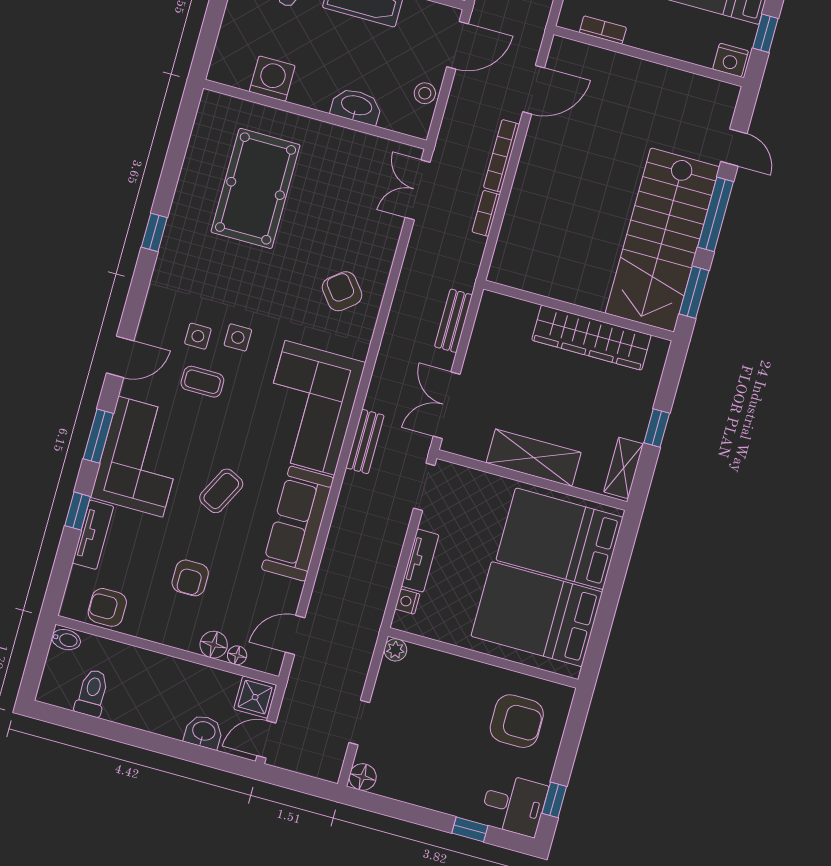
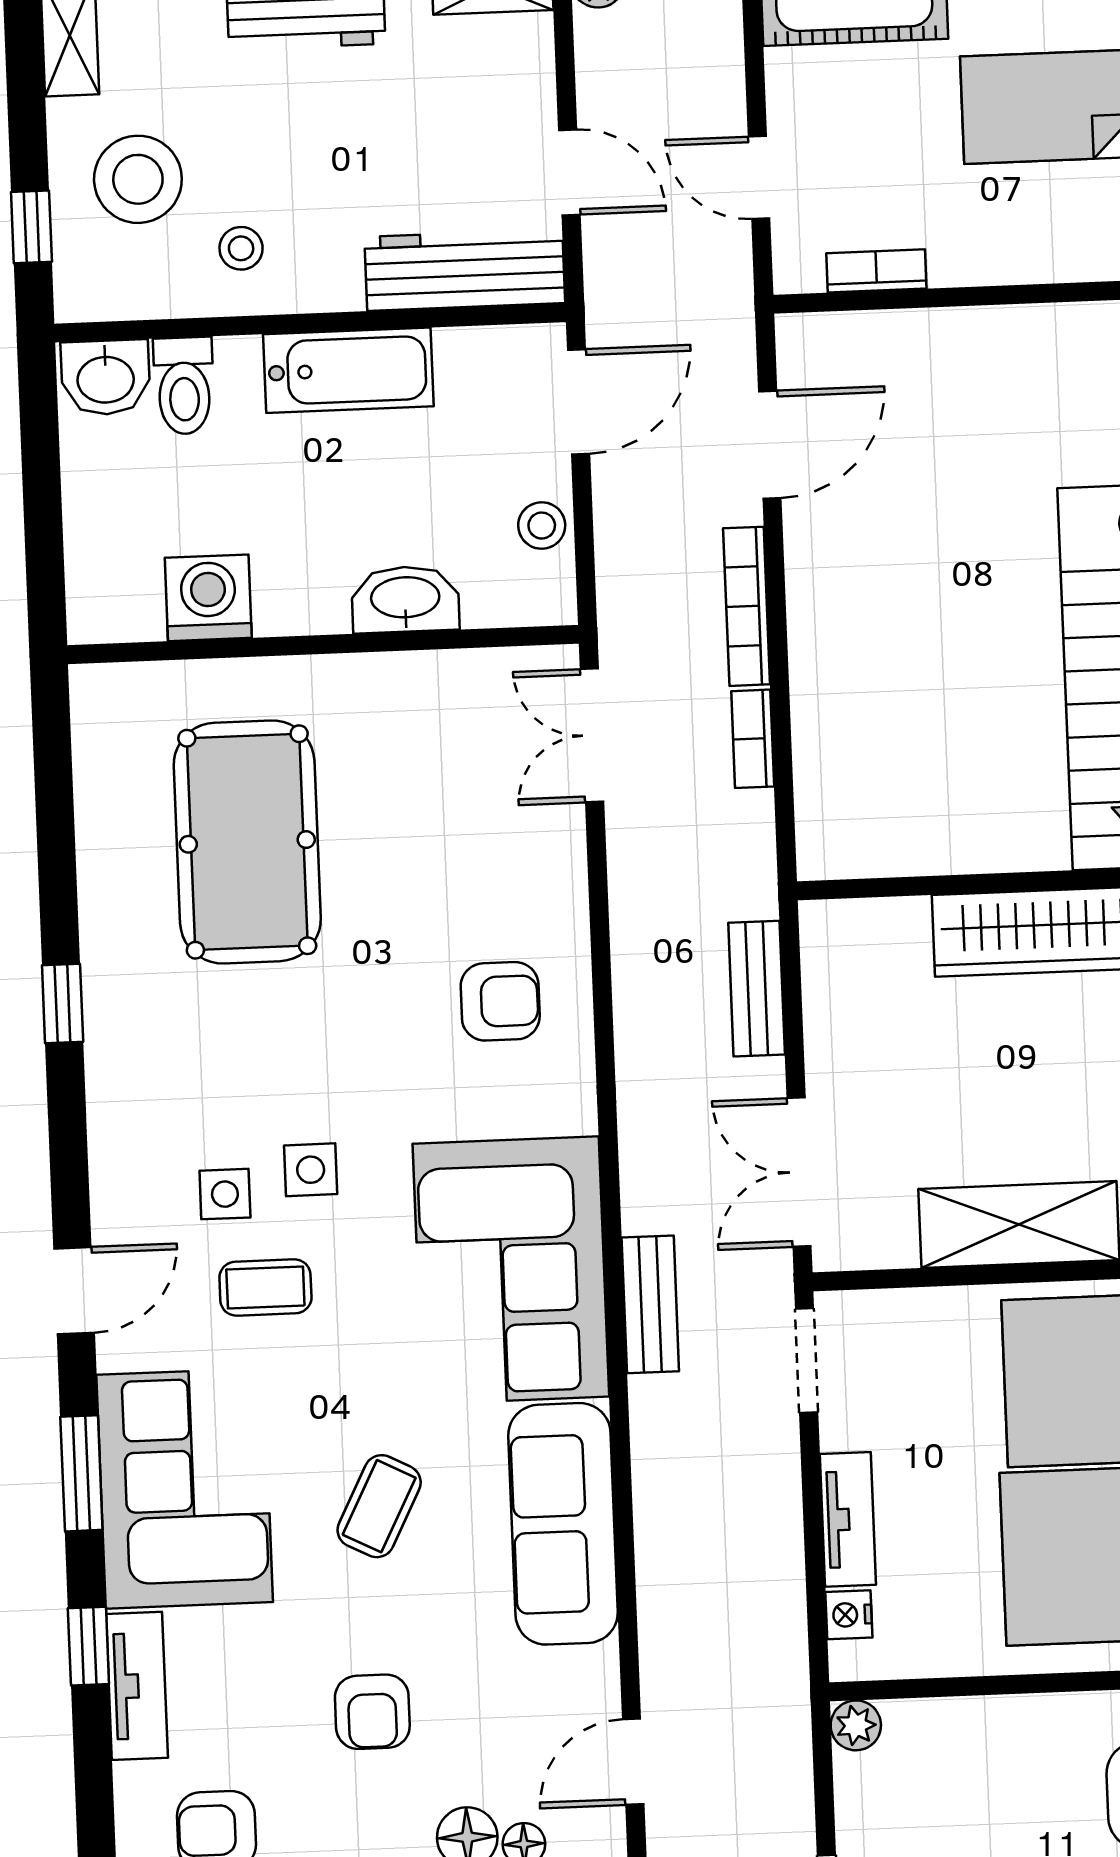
armchair: (342, 291) -> (500, 1001), turned 128

